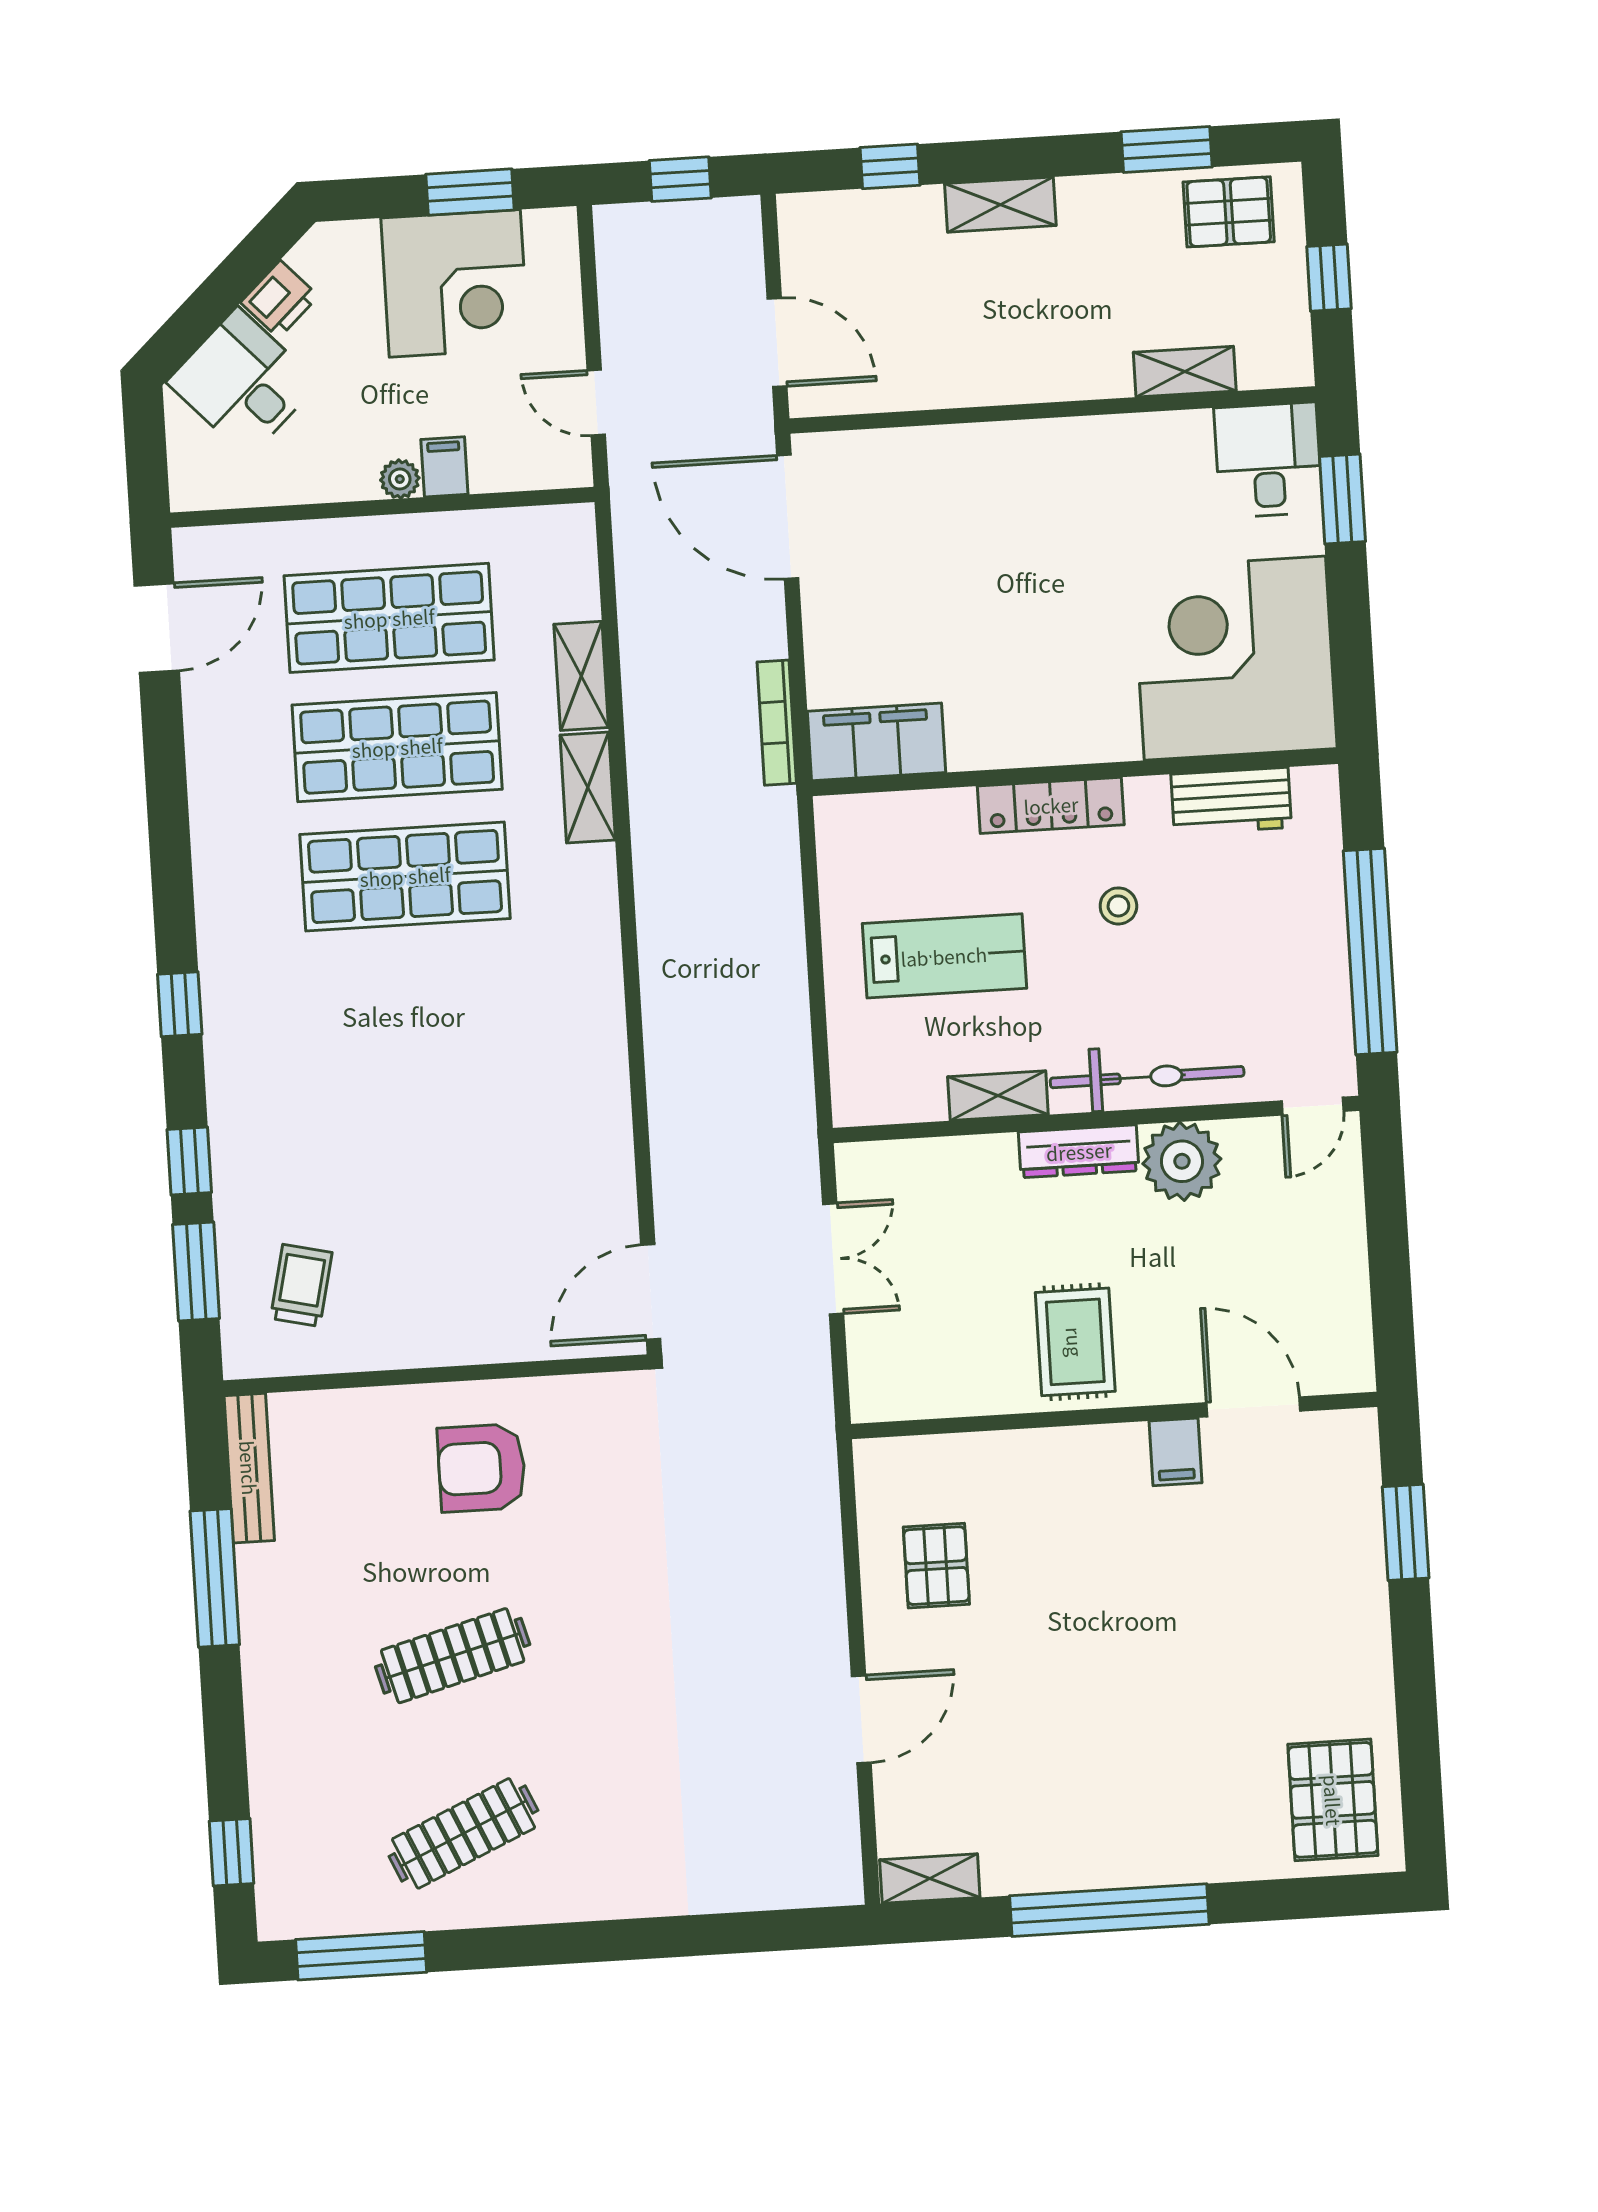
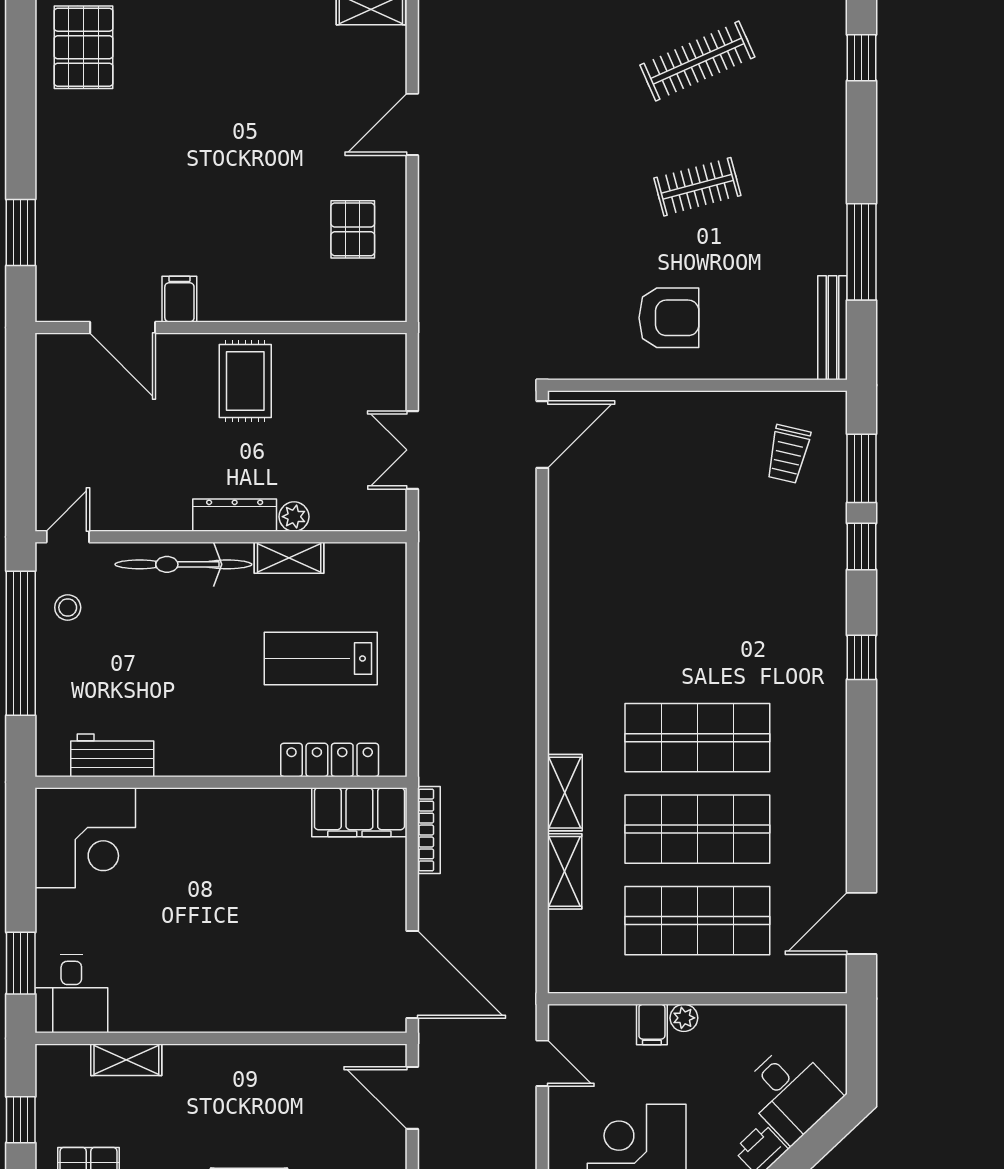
corner desk: (1235, 658) -> (85, 838), width x0.74, depth x0.74
locker: (1051, 805) -> (330, 760), moved
stool: (1118, 906) -> (68, 607), moved
plant: (1182, 1161) -> (294, 517), moved, width x0.53, depth x0.53
clothes rail: (453, 1656) -> (697, 187), width x0.73

